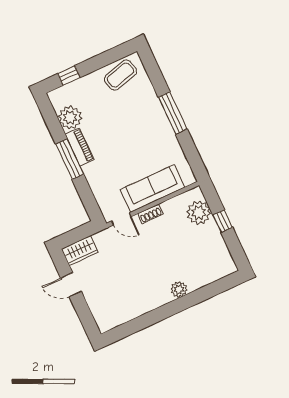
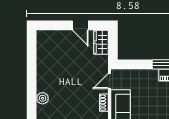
door: (71, 285) -> (80, 25), swing flipped

